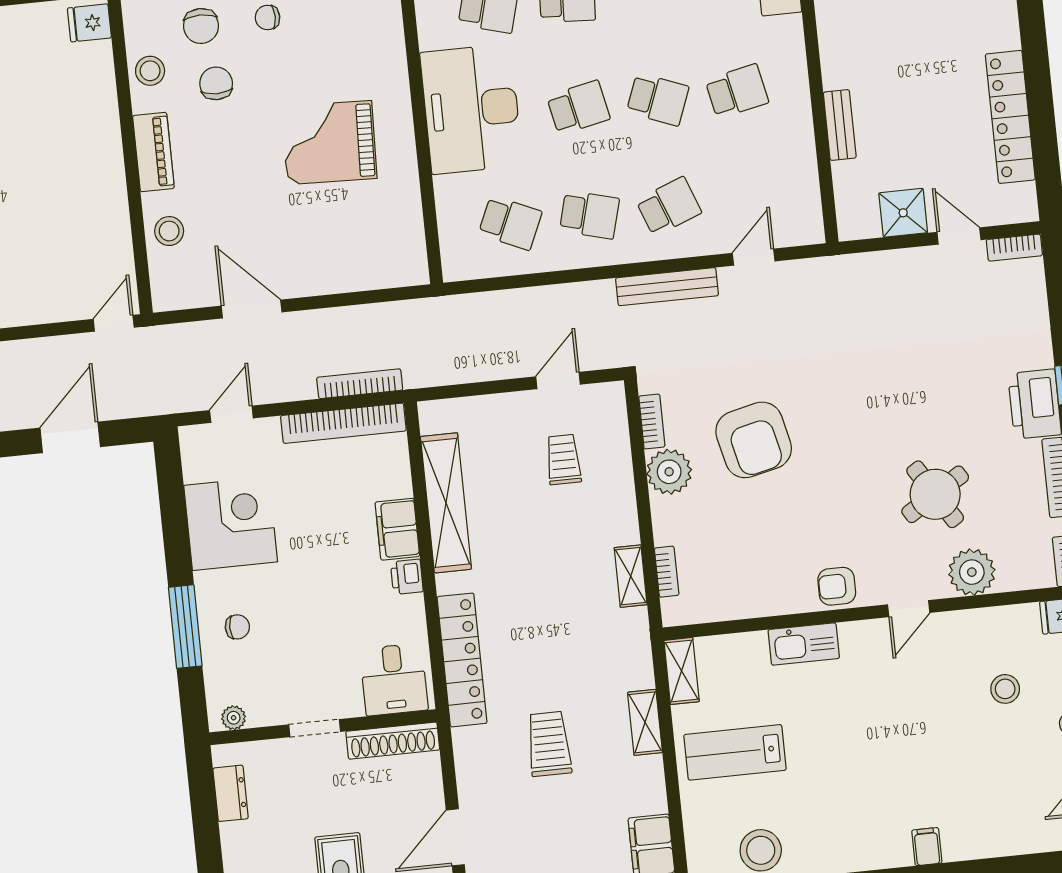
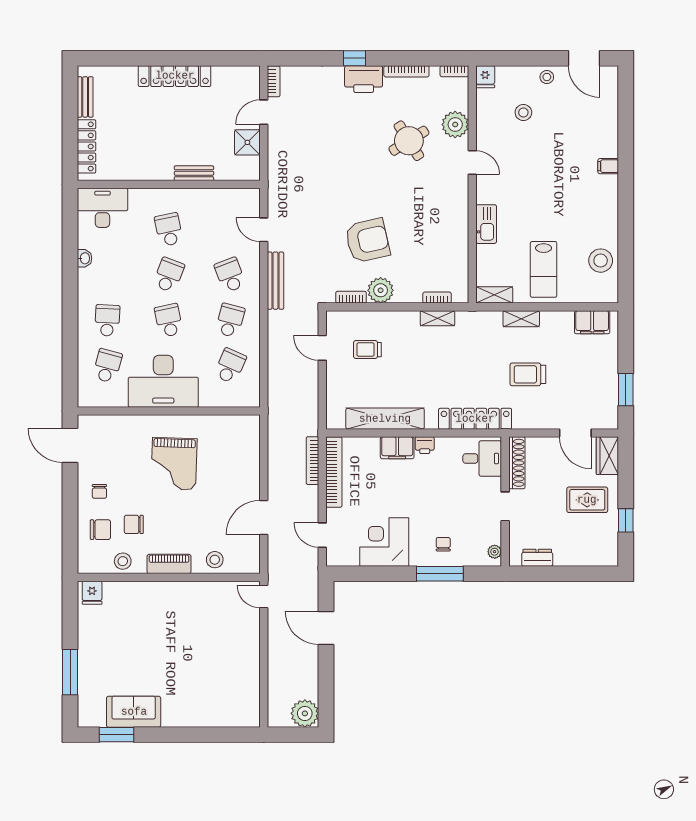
locker: (1010, 117) -> (175, 76), moved
armchair: (837, 586) -> (455, 202), removed

